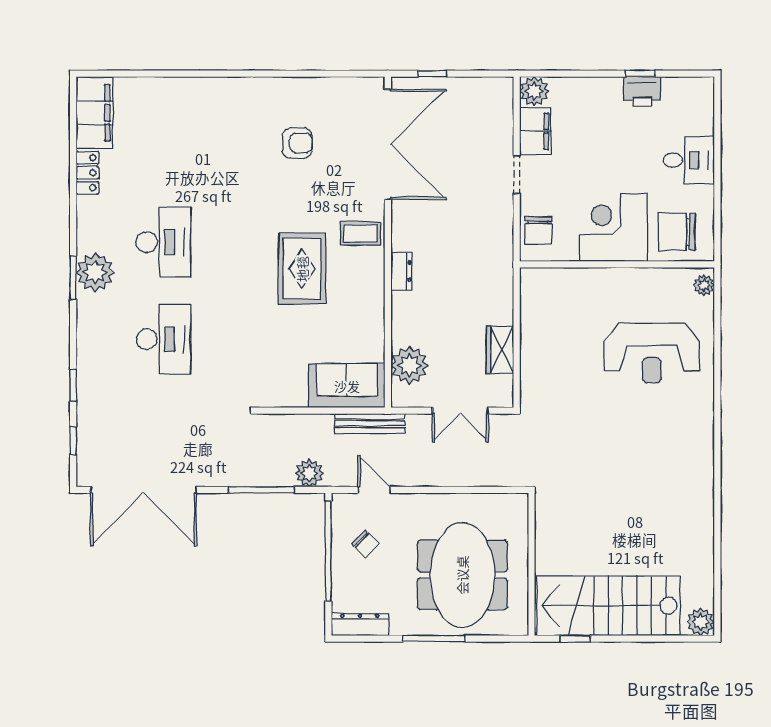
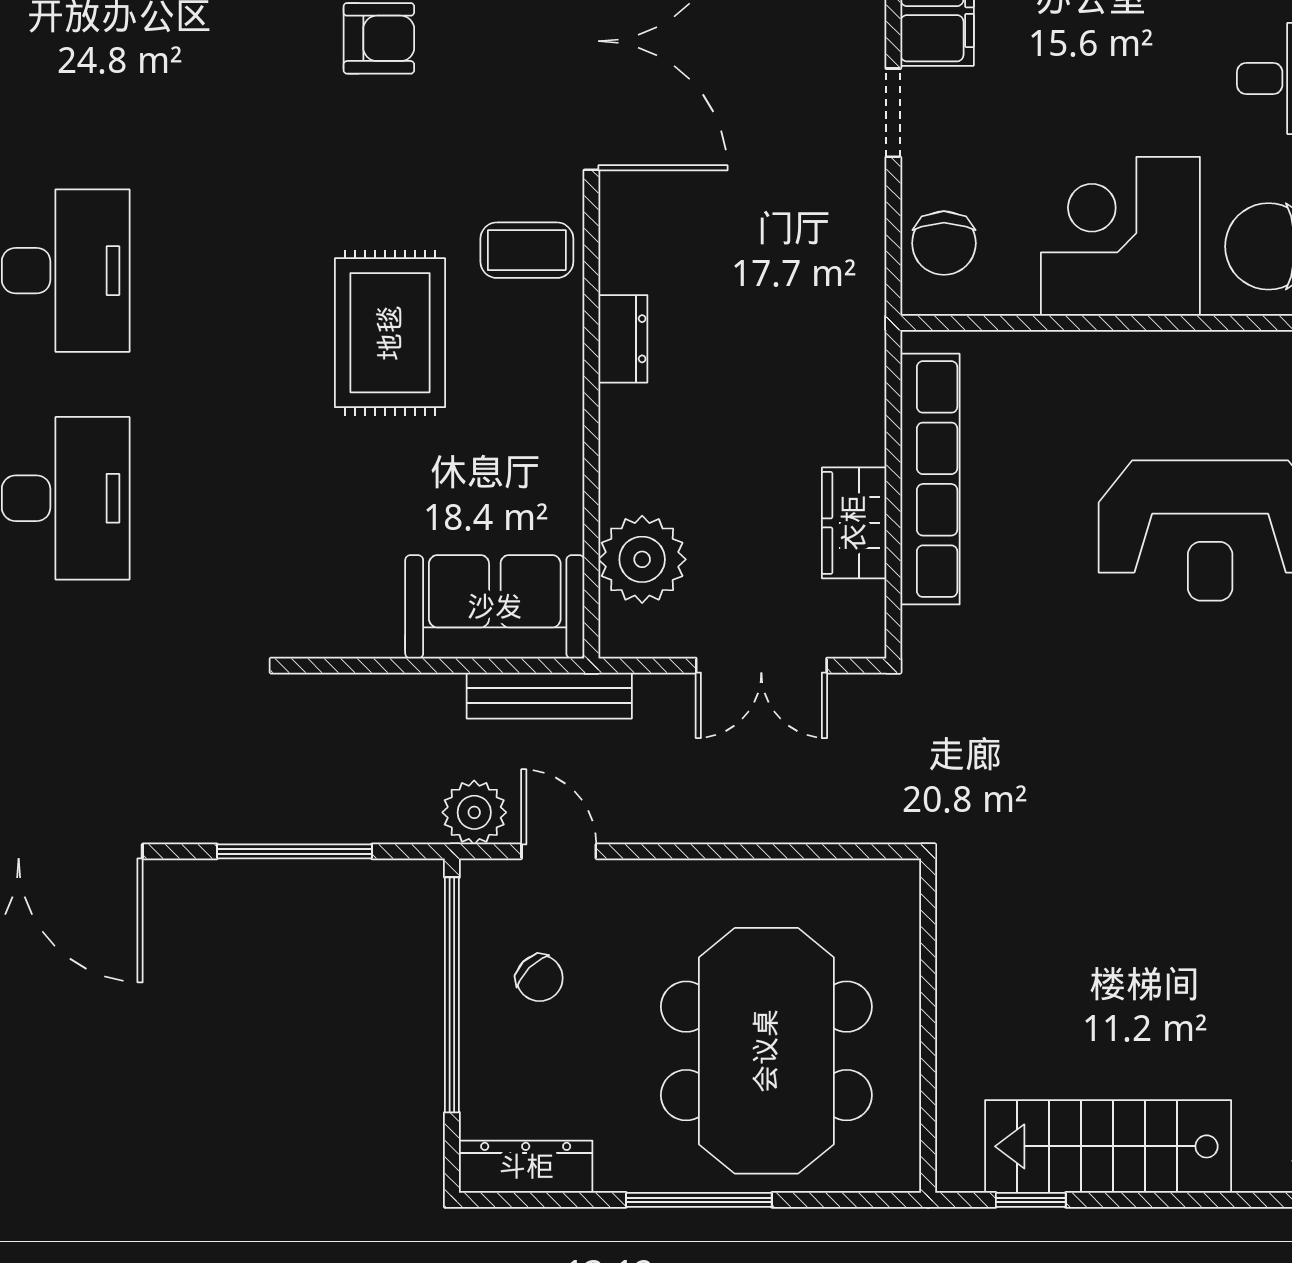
row of seats: (532, 331) -> (930, 479), added
plant: (309, 473) -> (474, 812), moved
stairs: (608, 606) -> (1108, 1146), width x0.73, depth x0.66

